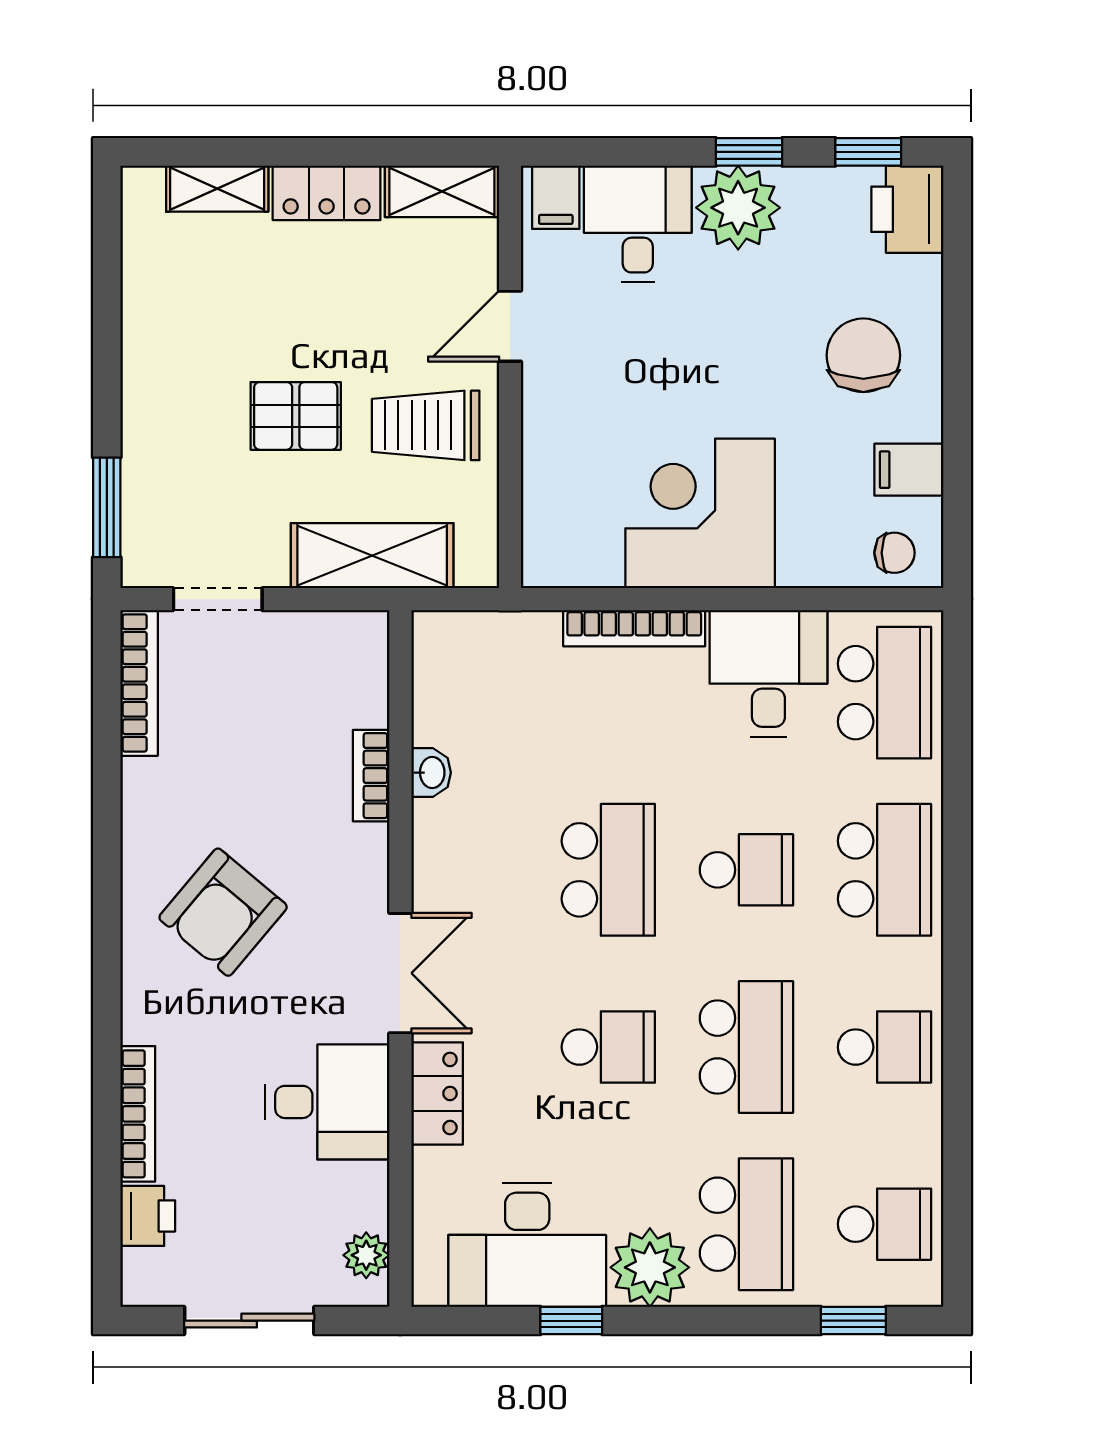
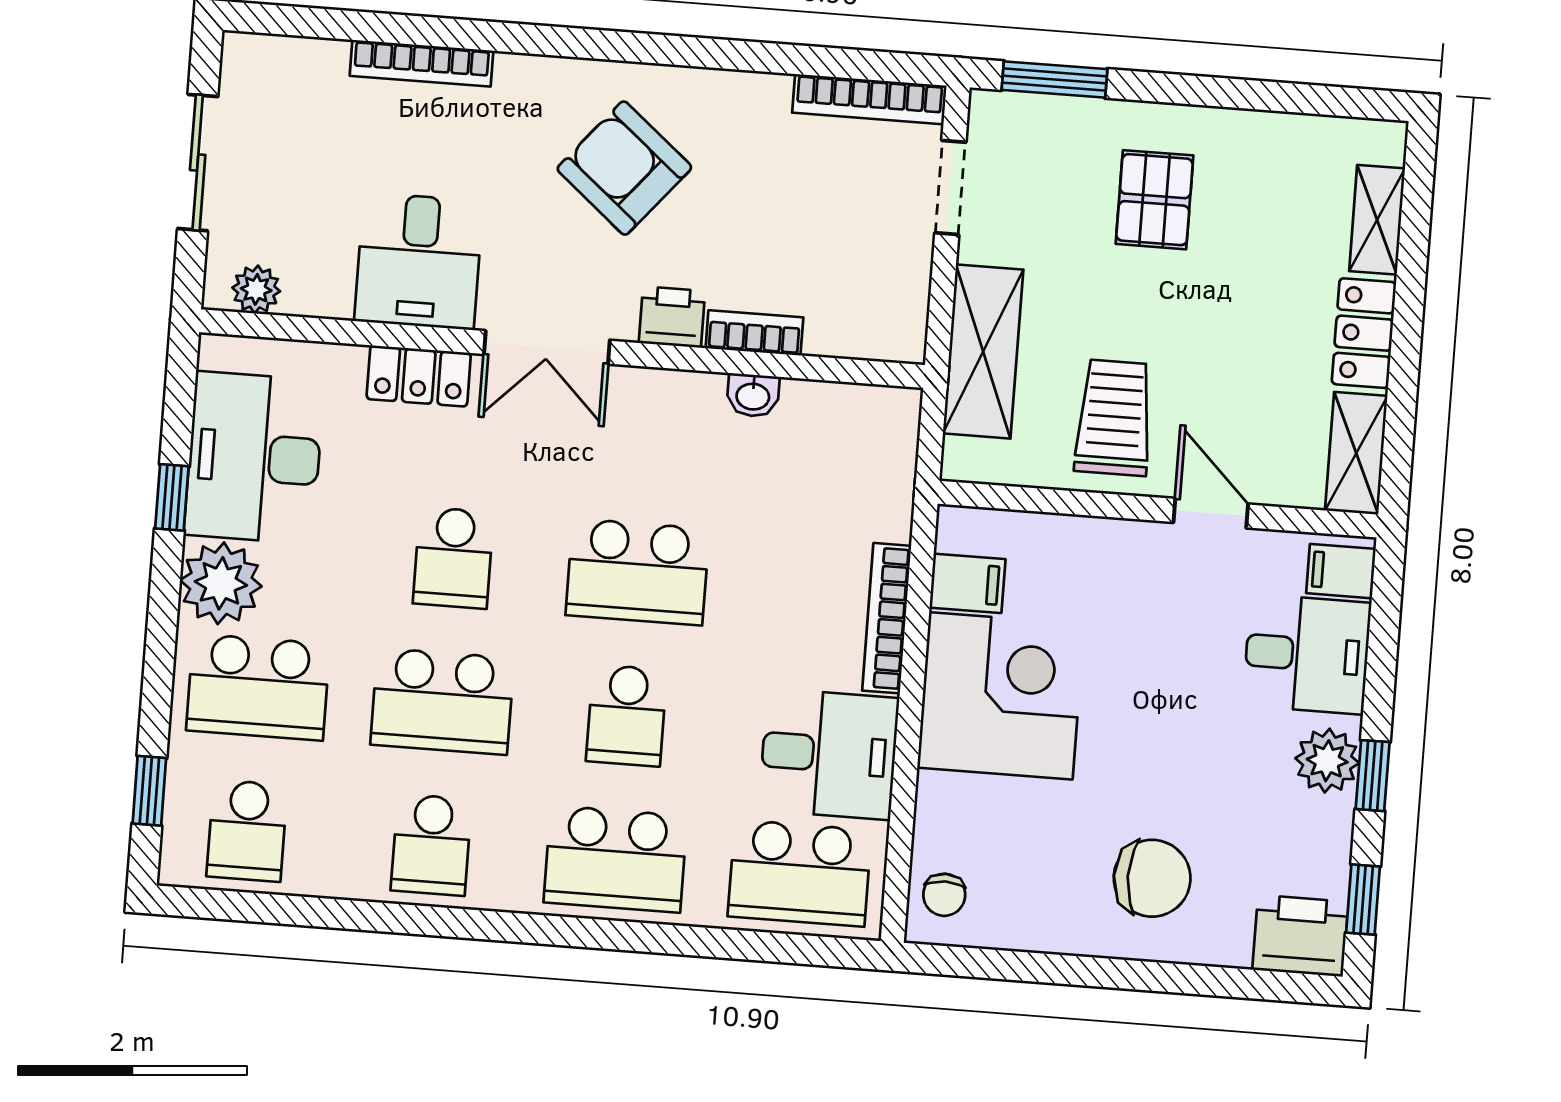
plant: (738, 208) -> (1327, 761), width x0.73, depth x0.73
pallet: (296, 416) -> (1155, 200), moved
filing cabinet: (909, 470) -> (967, 583), moved, turned 90
printer: (148, 1216) -> (672, 317), moved, turned 180

